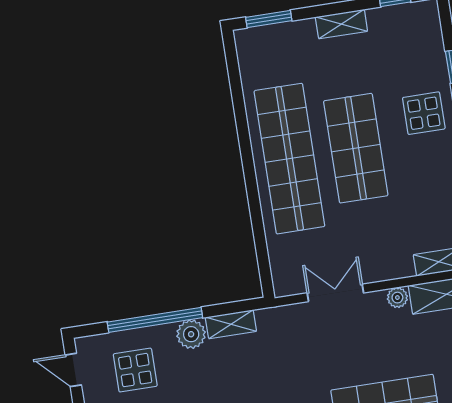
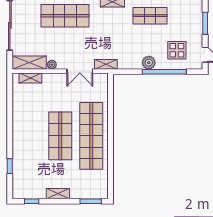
display table: (424, 113) -> (27, 147), removed
shelving: (231, 324) -> (106, 64), moved

